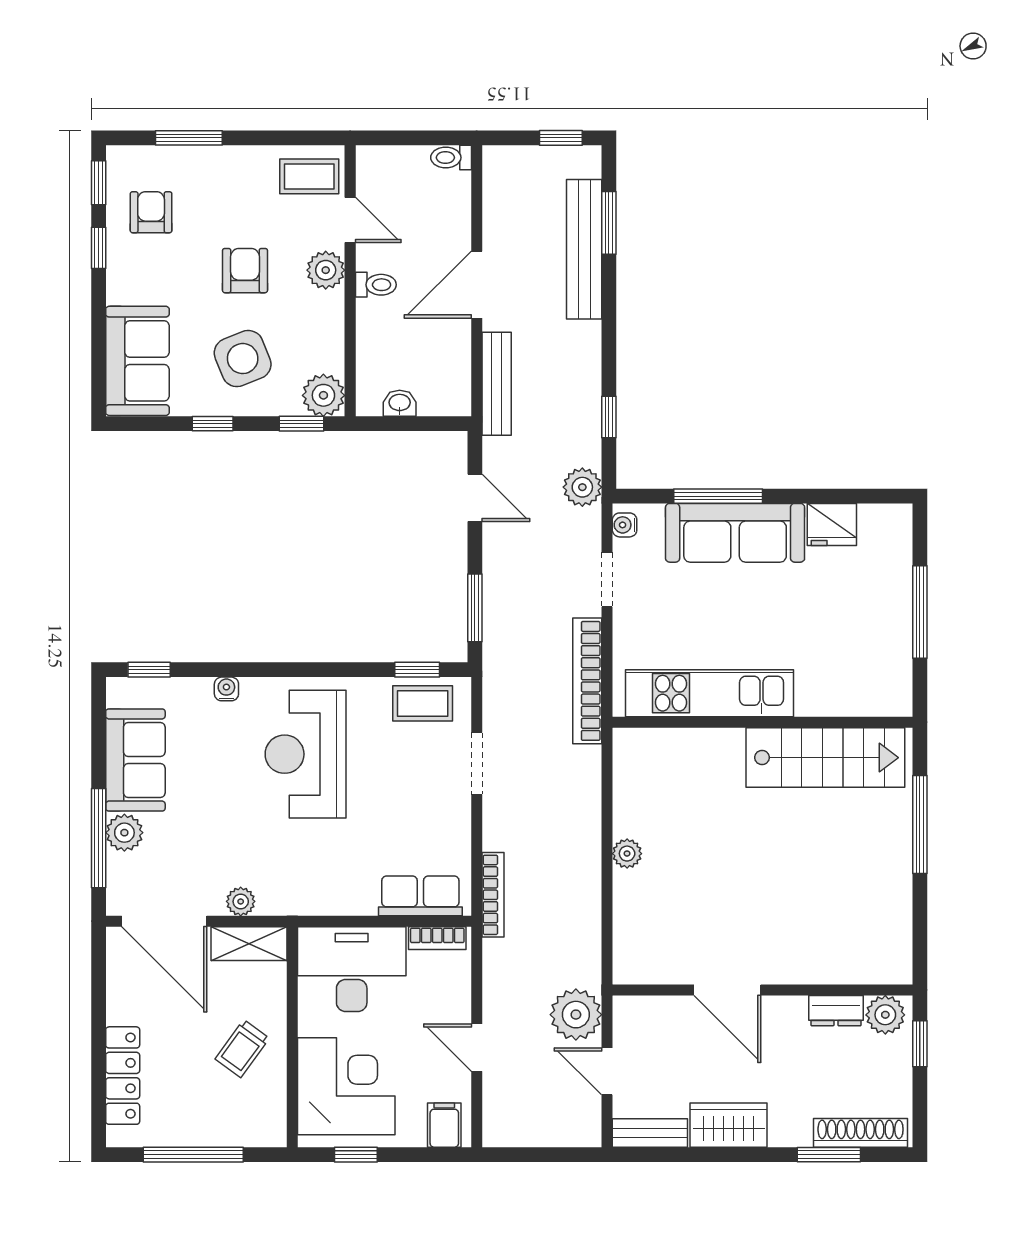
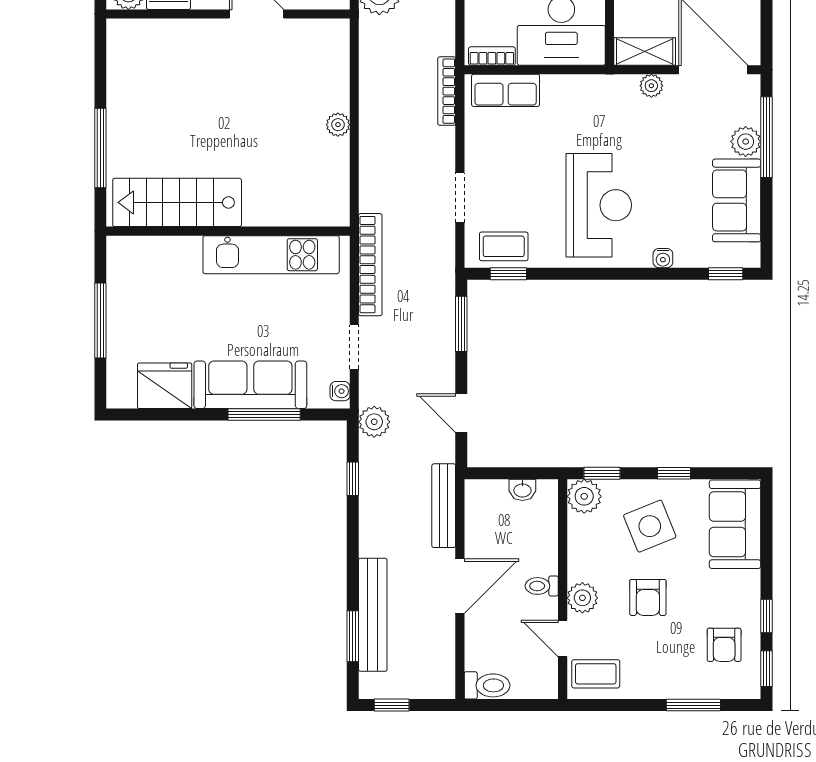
toilet: (451, 158) -> (487, 685), width x1.37, depth x1.39
fridge: (832, 524) -> (165, 386), width x1.36, depth x1.34

